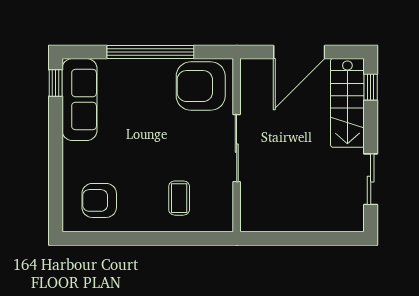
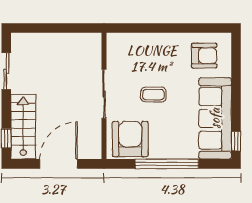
armchair: (201, 86) -> (130, 139), turned -90
sofa: (80, 100) -> (215, 118), width x1.36, depth x1.27
coffee table: (179, 198) -> (153, 95), moved, turned 90

